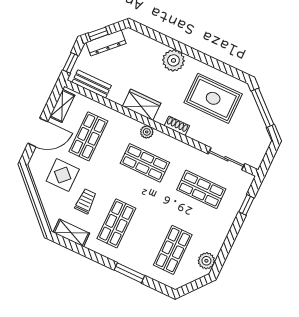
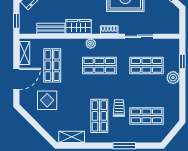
bench: (92, 84) -> (51, 29), moved
sliding door: (226, 159) -> (139, 36), moved
trolley: (86, 201) -> (119, 108), moved
shop shelf: (173, 250) -> (146, 116), turned 90
plant: (206, 261) -> (173, 78), moved

